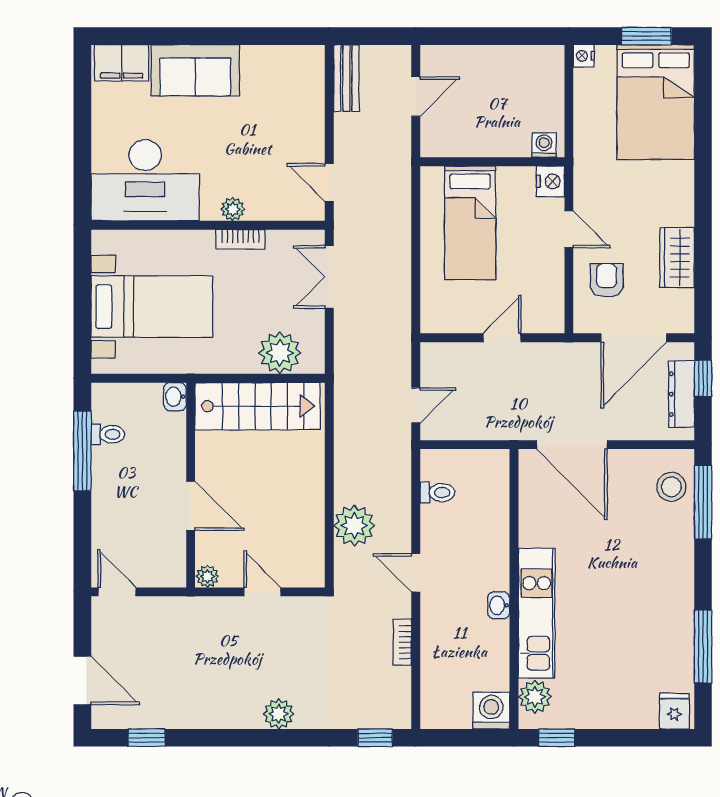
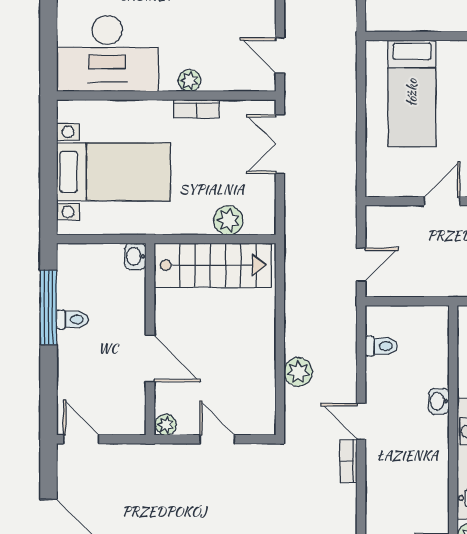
plant: (280, 353) -> (228, 220), width x0.73, depth x0.73
toilet: (108, 434) -> (72, 319), moved
plant: (354, 526) -> (298, 372), width x0.73, depth x0.73
washbasin: (499, 605) -> (439, 401), moved
bookcase: (402, 642) -> (348, 461), moved

